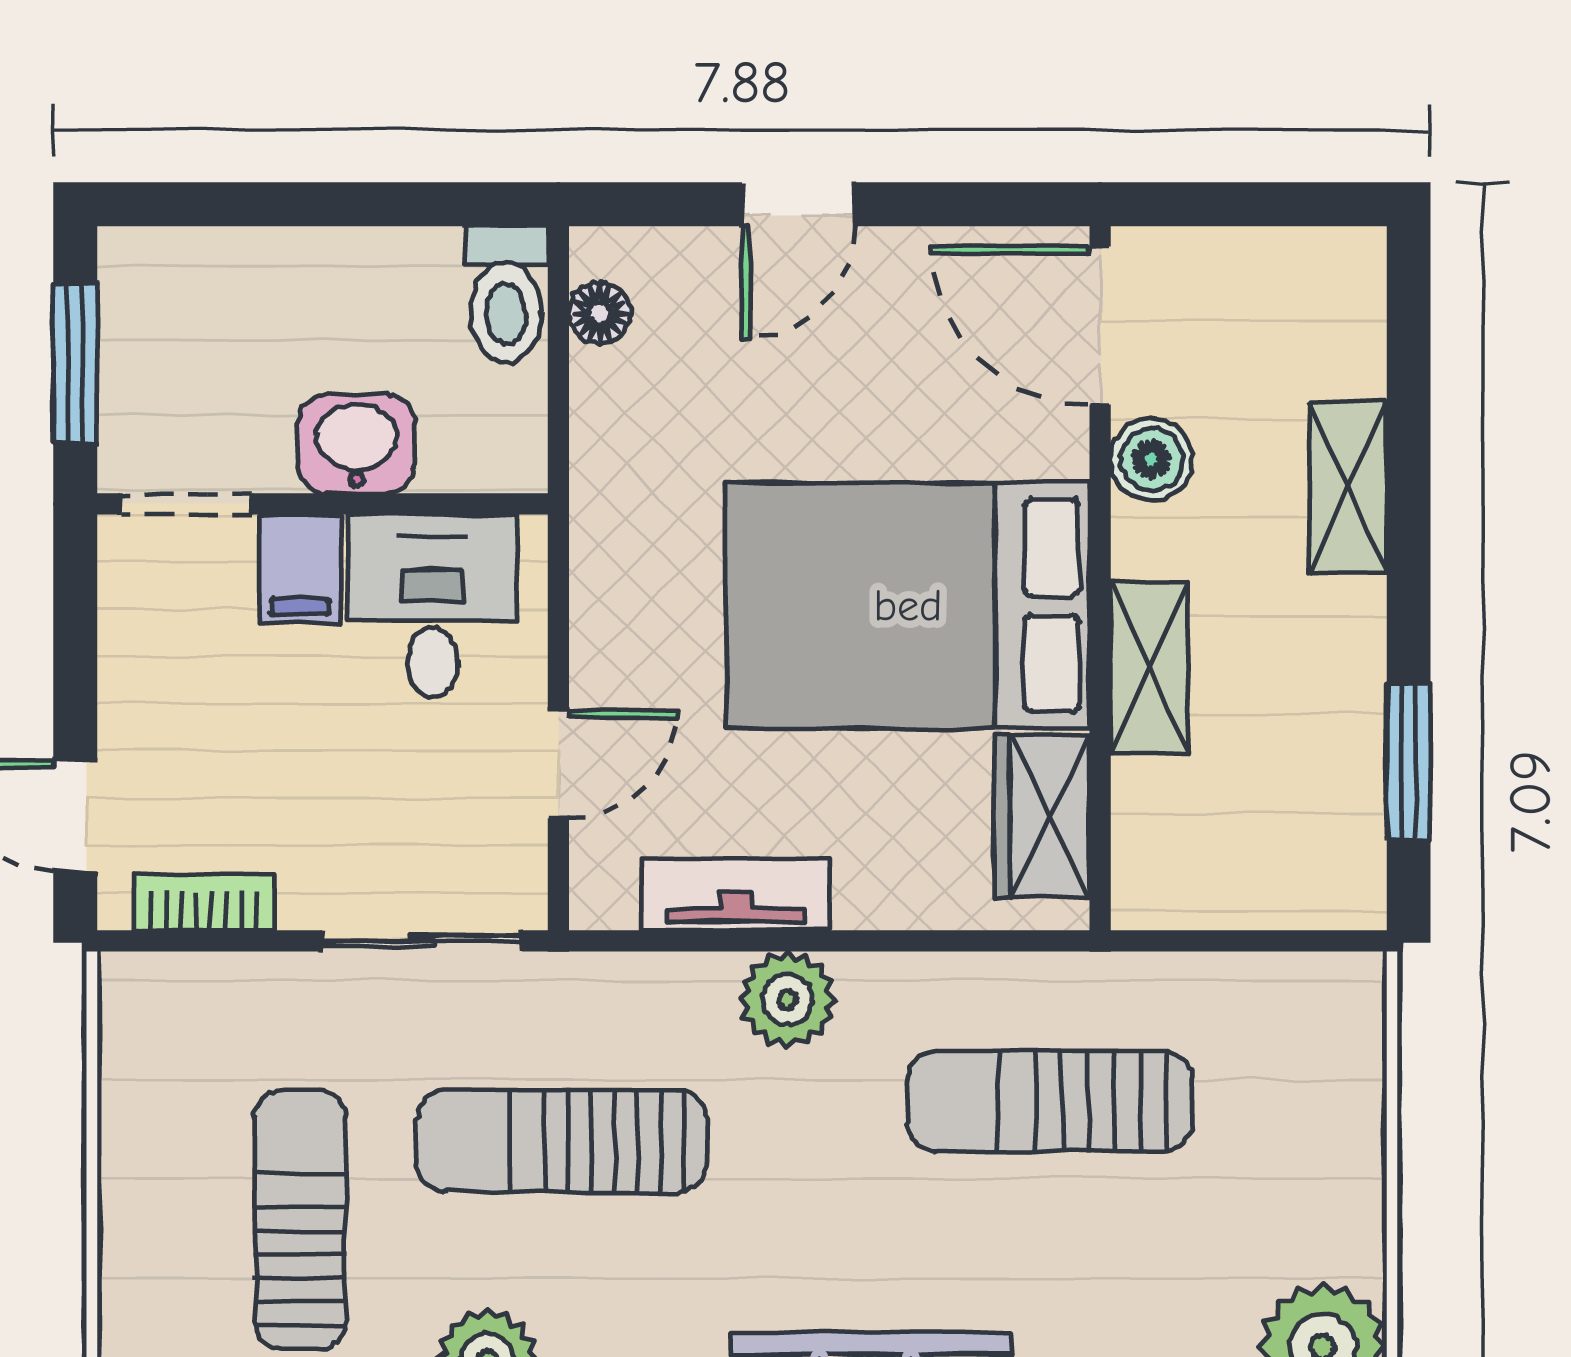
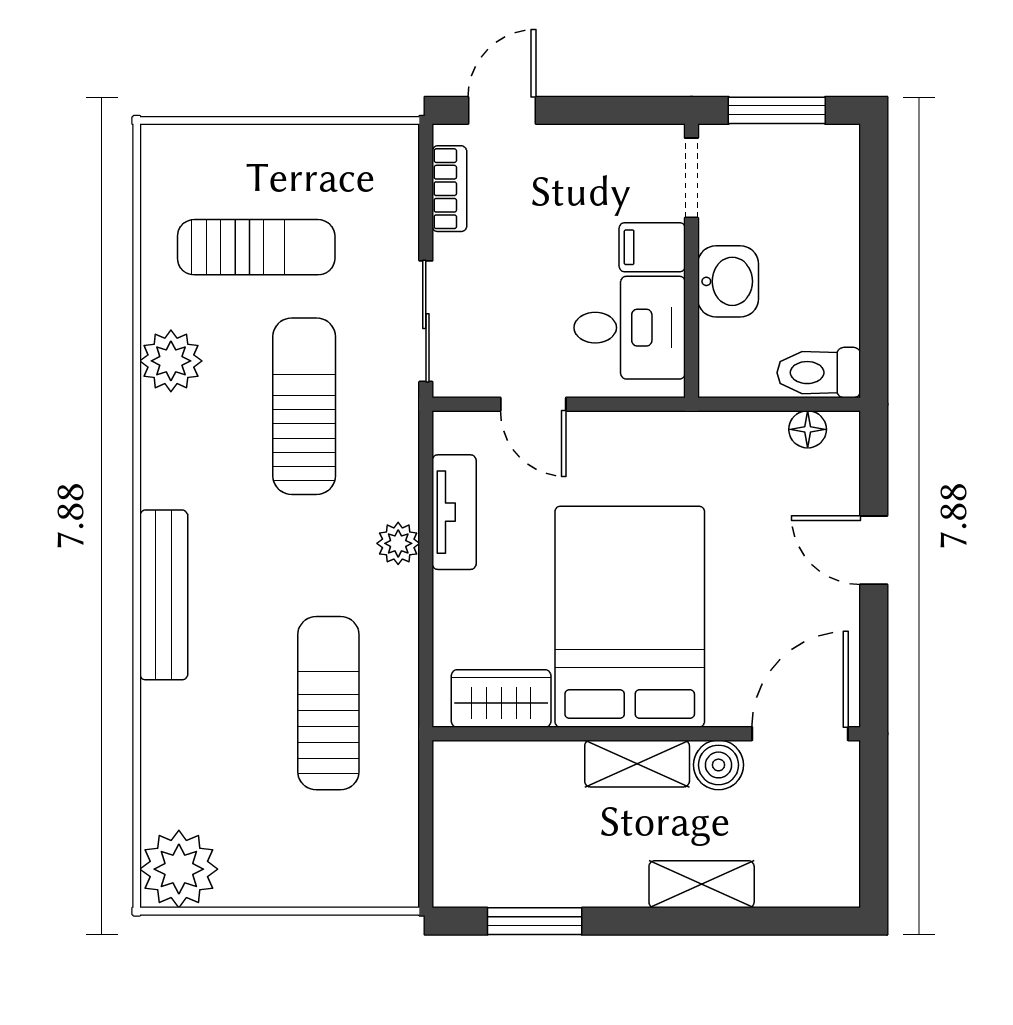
shelving: (1149, 668) -> (637, 764), moved
plant: (787, 999) -> (398, 543), width x0.73, depth x0.73

